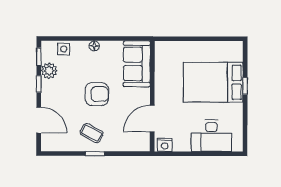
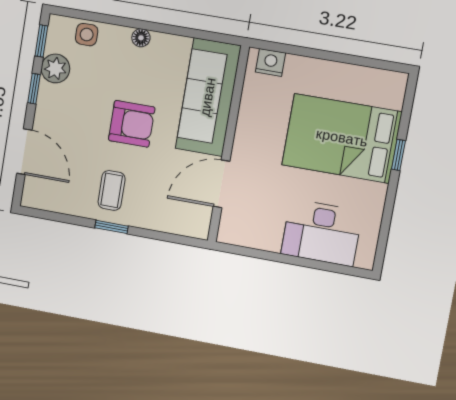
sofa: (137, 64) -> (208, 97), width x1.36
coffee table: (92, 133) -> (112, 190), turned 61
nightstand: (165, 145) -> (271, 62), moved, turned 180

